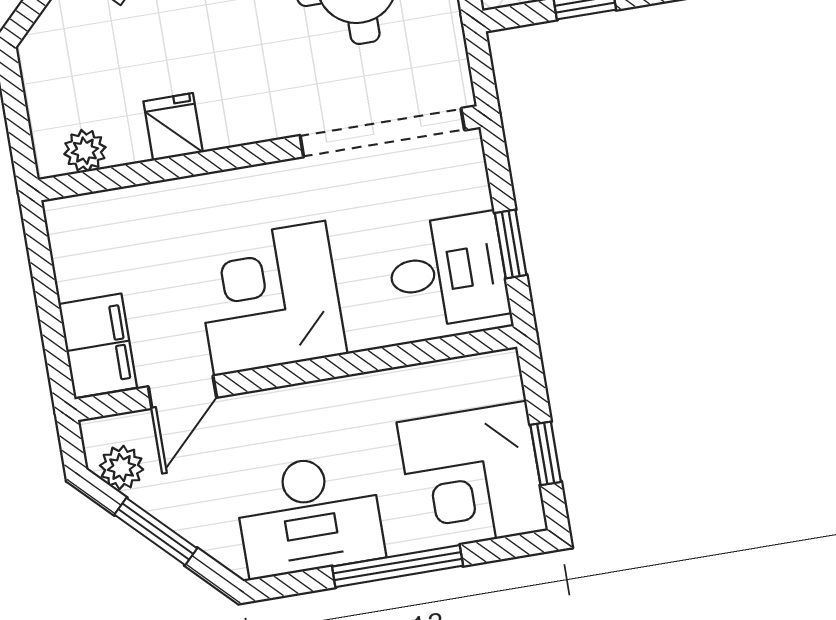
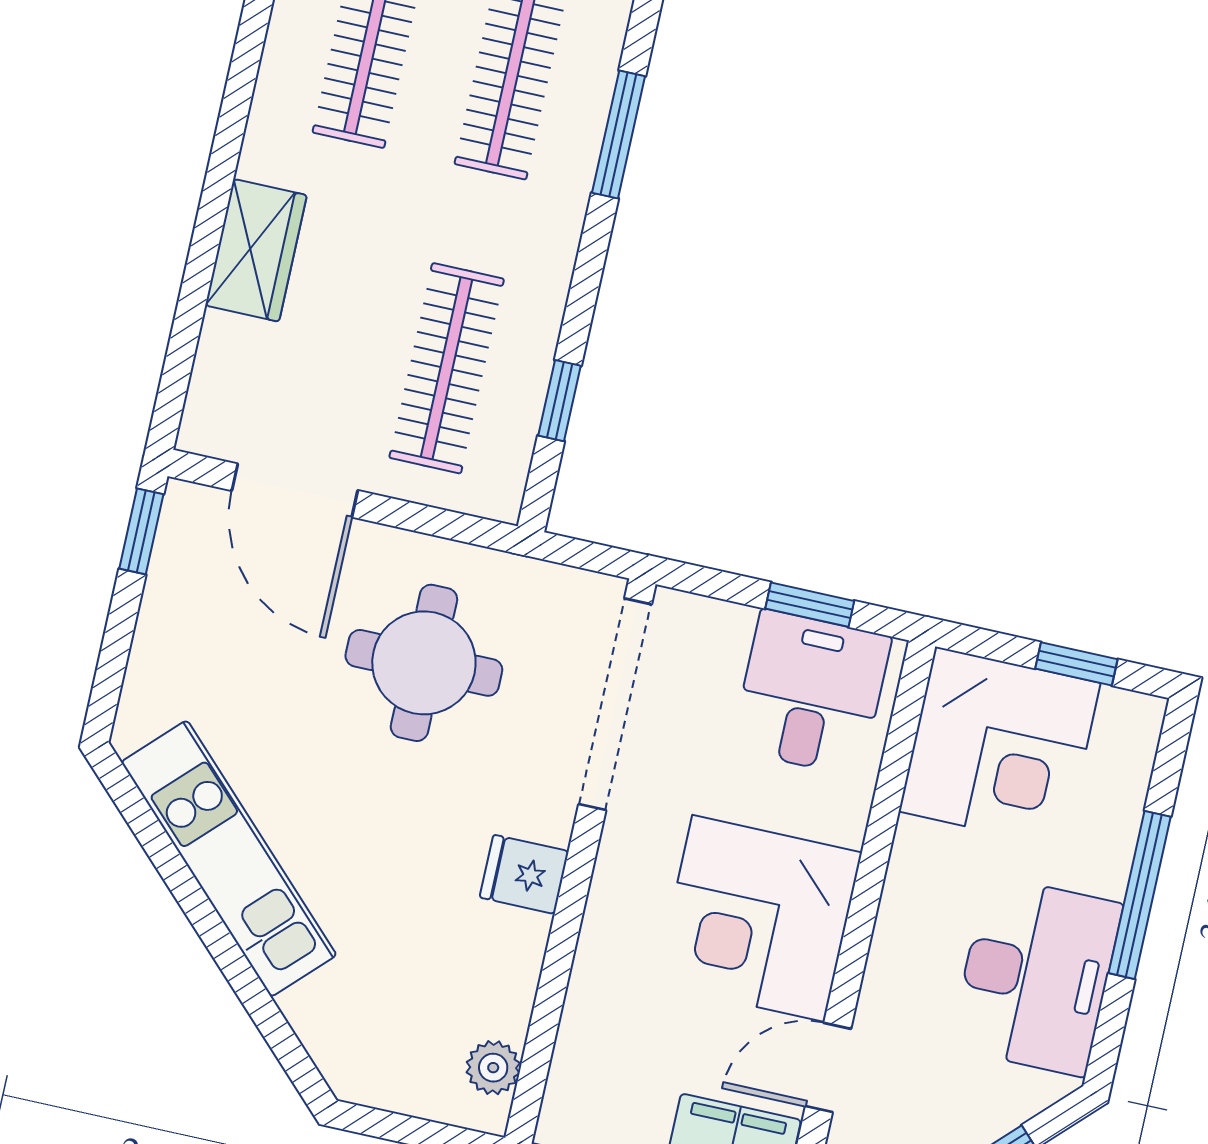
fridge: (173, 127) -> (524, 874), moved
door: (182, 392) -> (828, 1068), swing flipped
corner desk: (472, 476) -> (1000, 747), moved

